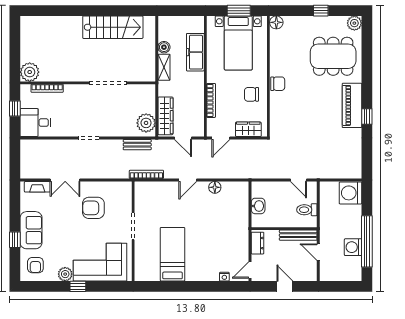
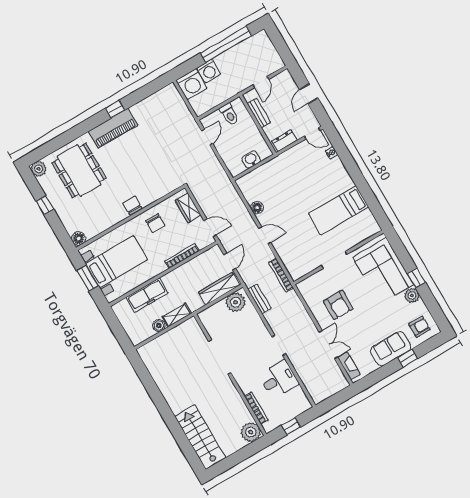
stairs: (113, 27) -> (200, 437), moved
desk: (35, 123) -> (279, 379), moved, turned -90
bench: (298, 235) -> (259, 113), width x0.73
washing machine: (353, 247) -> (209, 71), moved

